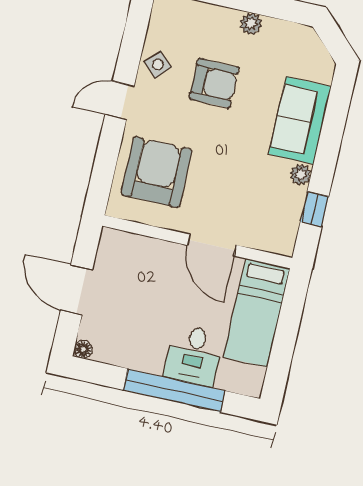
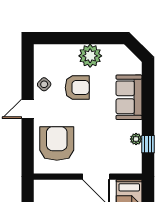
plant: (251, 24) -> (90, 56), width x1.88, depth x1.88
plant: (301, 174) -> (136, 139), moved

